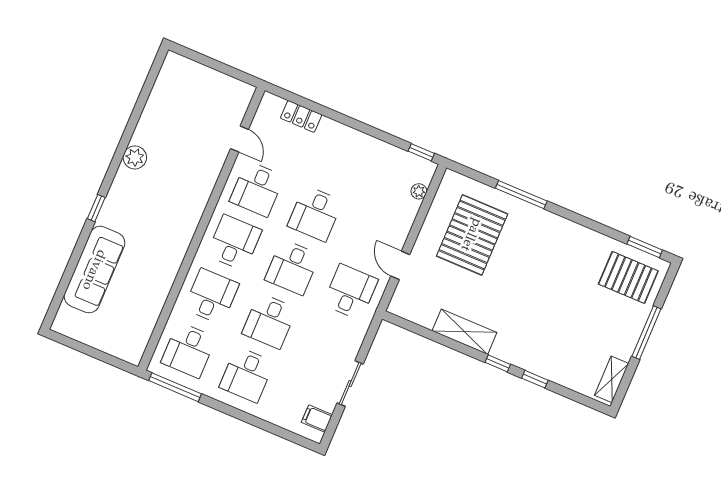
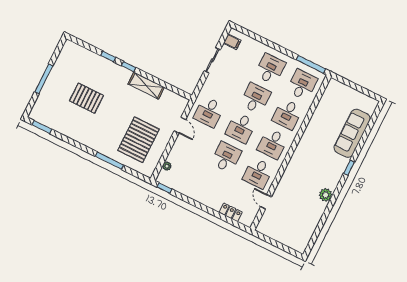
desk: (257, 189) -> (258, 173), turned 180
desk: (292, 267) -> (241, 128), turned 180
pallet: (628, 277) -> (86, 98), moved
shelving: (612, 379) -> (65, 54), removed

